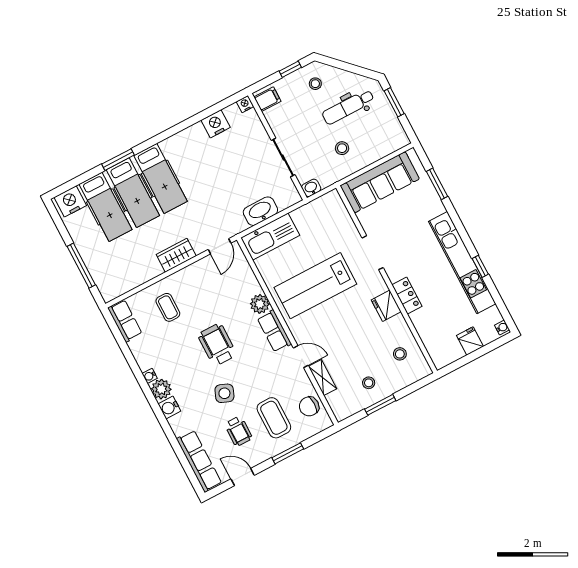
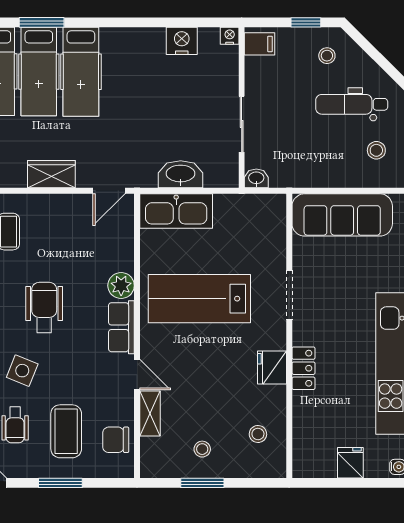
stool: (342, 148) -> (376, 150), moved

